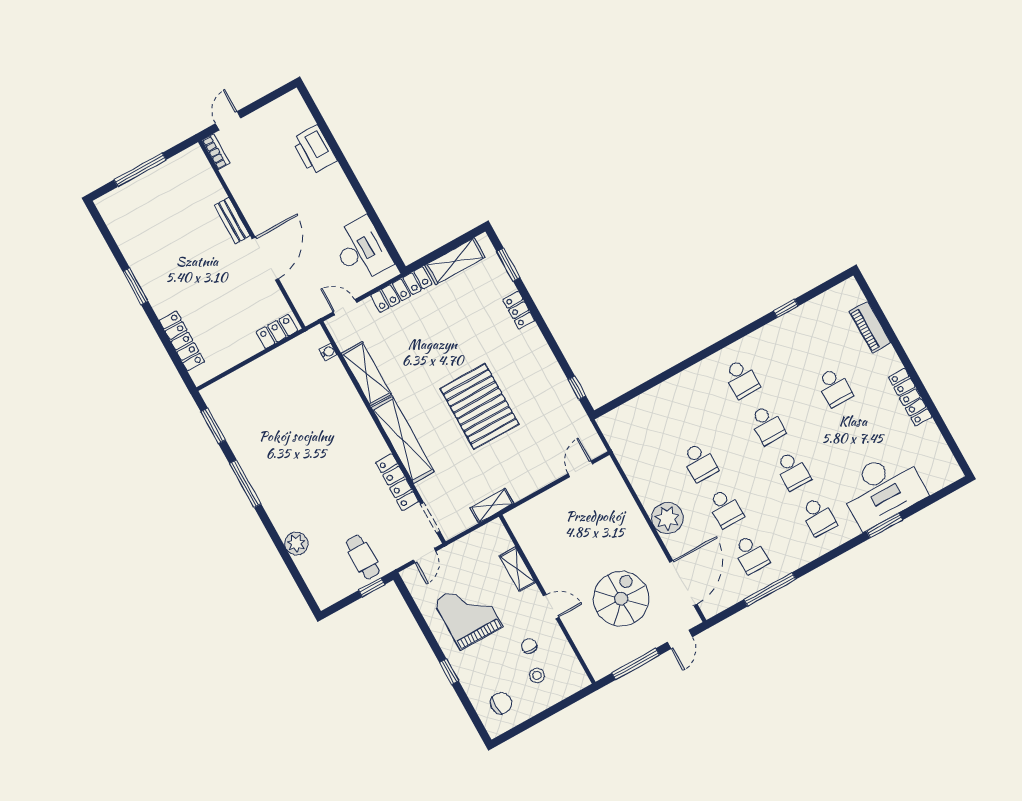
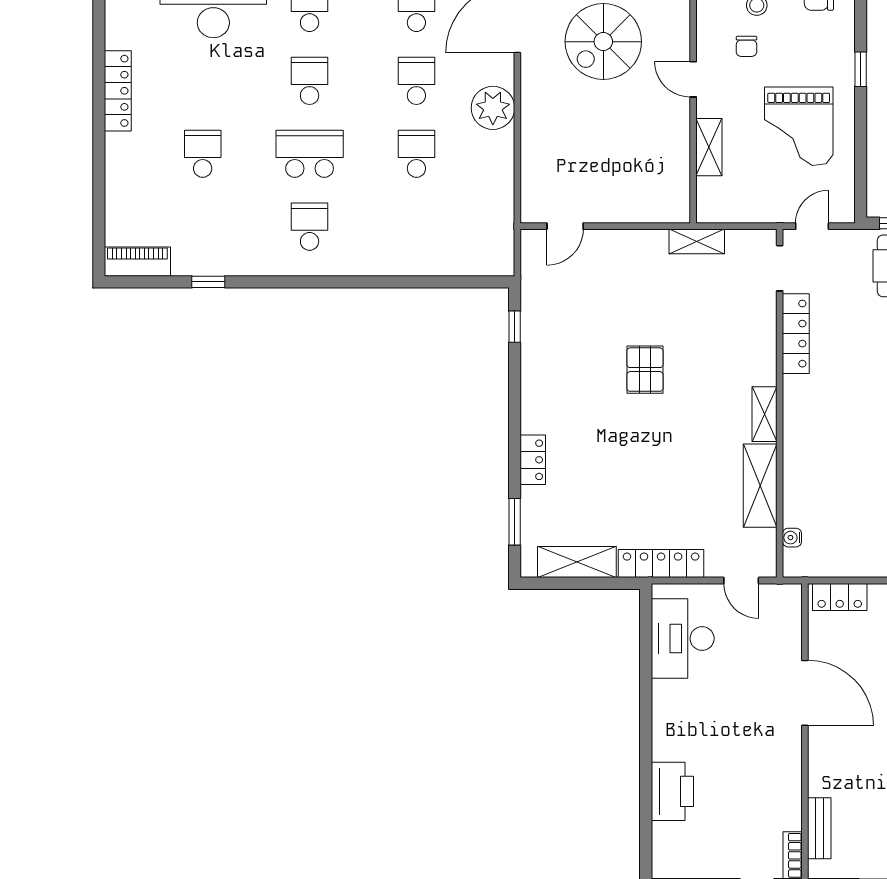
bench: (232, 221) -> (819, 828), moved
door: (265, 259) -> (805, 693), swing flipped
piano: (870, 327) -> (137, 262), moved, turned -90
pallet: (480, 406) -> (645, 370), width x0.49, depth x0.50
school desk: (767, 425) -> (310, 154), width x1.85
shelving: (403, 440) -> (765, 414), width x0.45, depth x0.75

